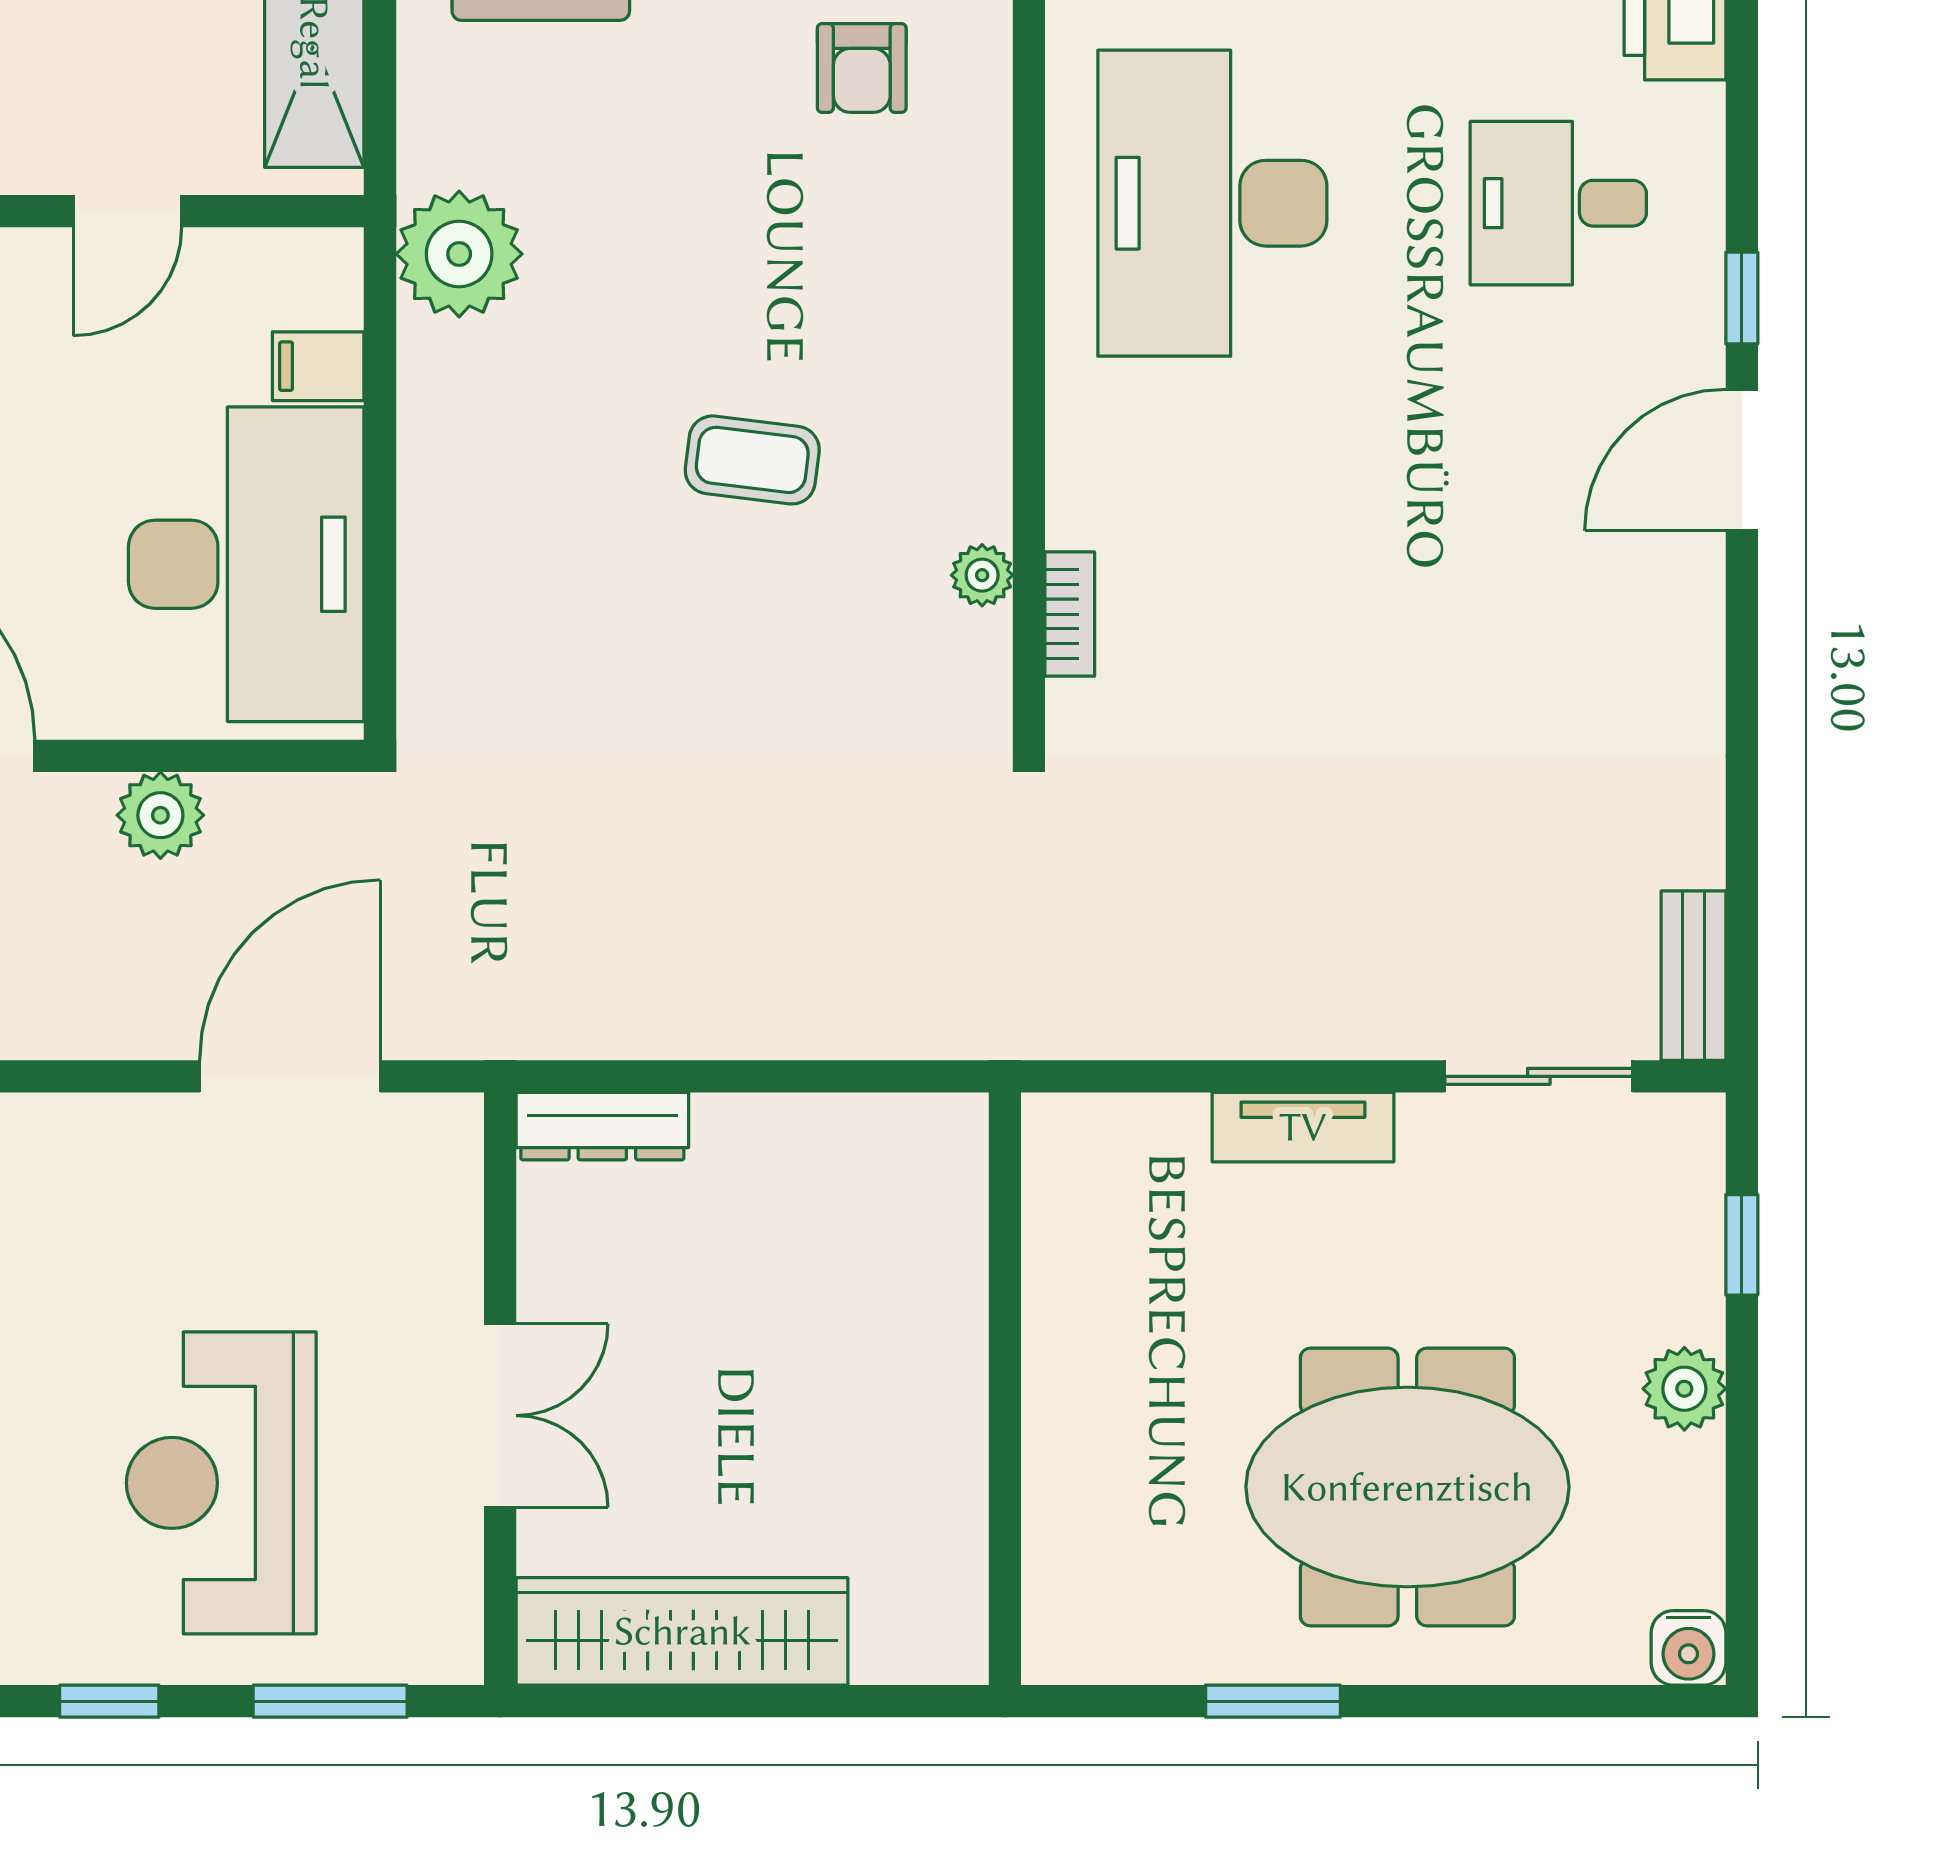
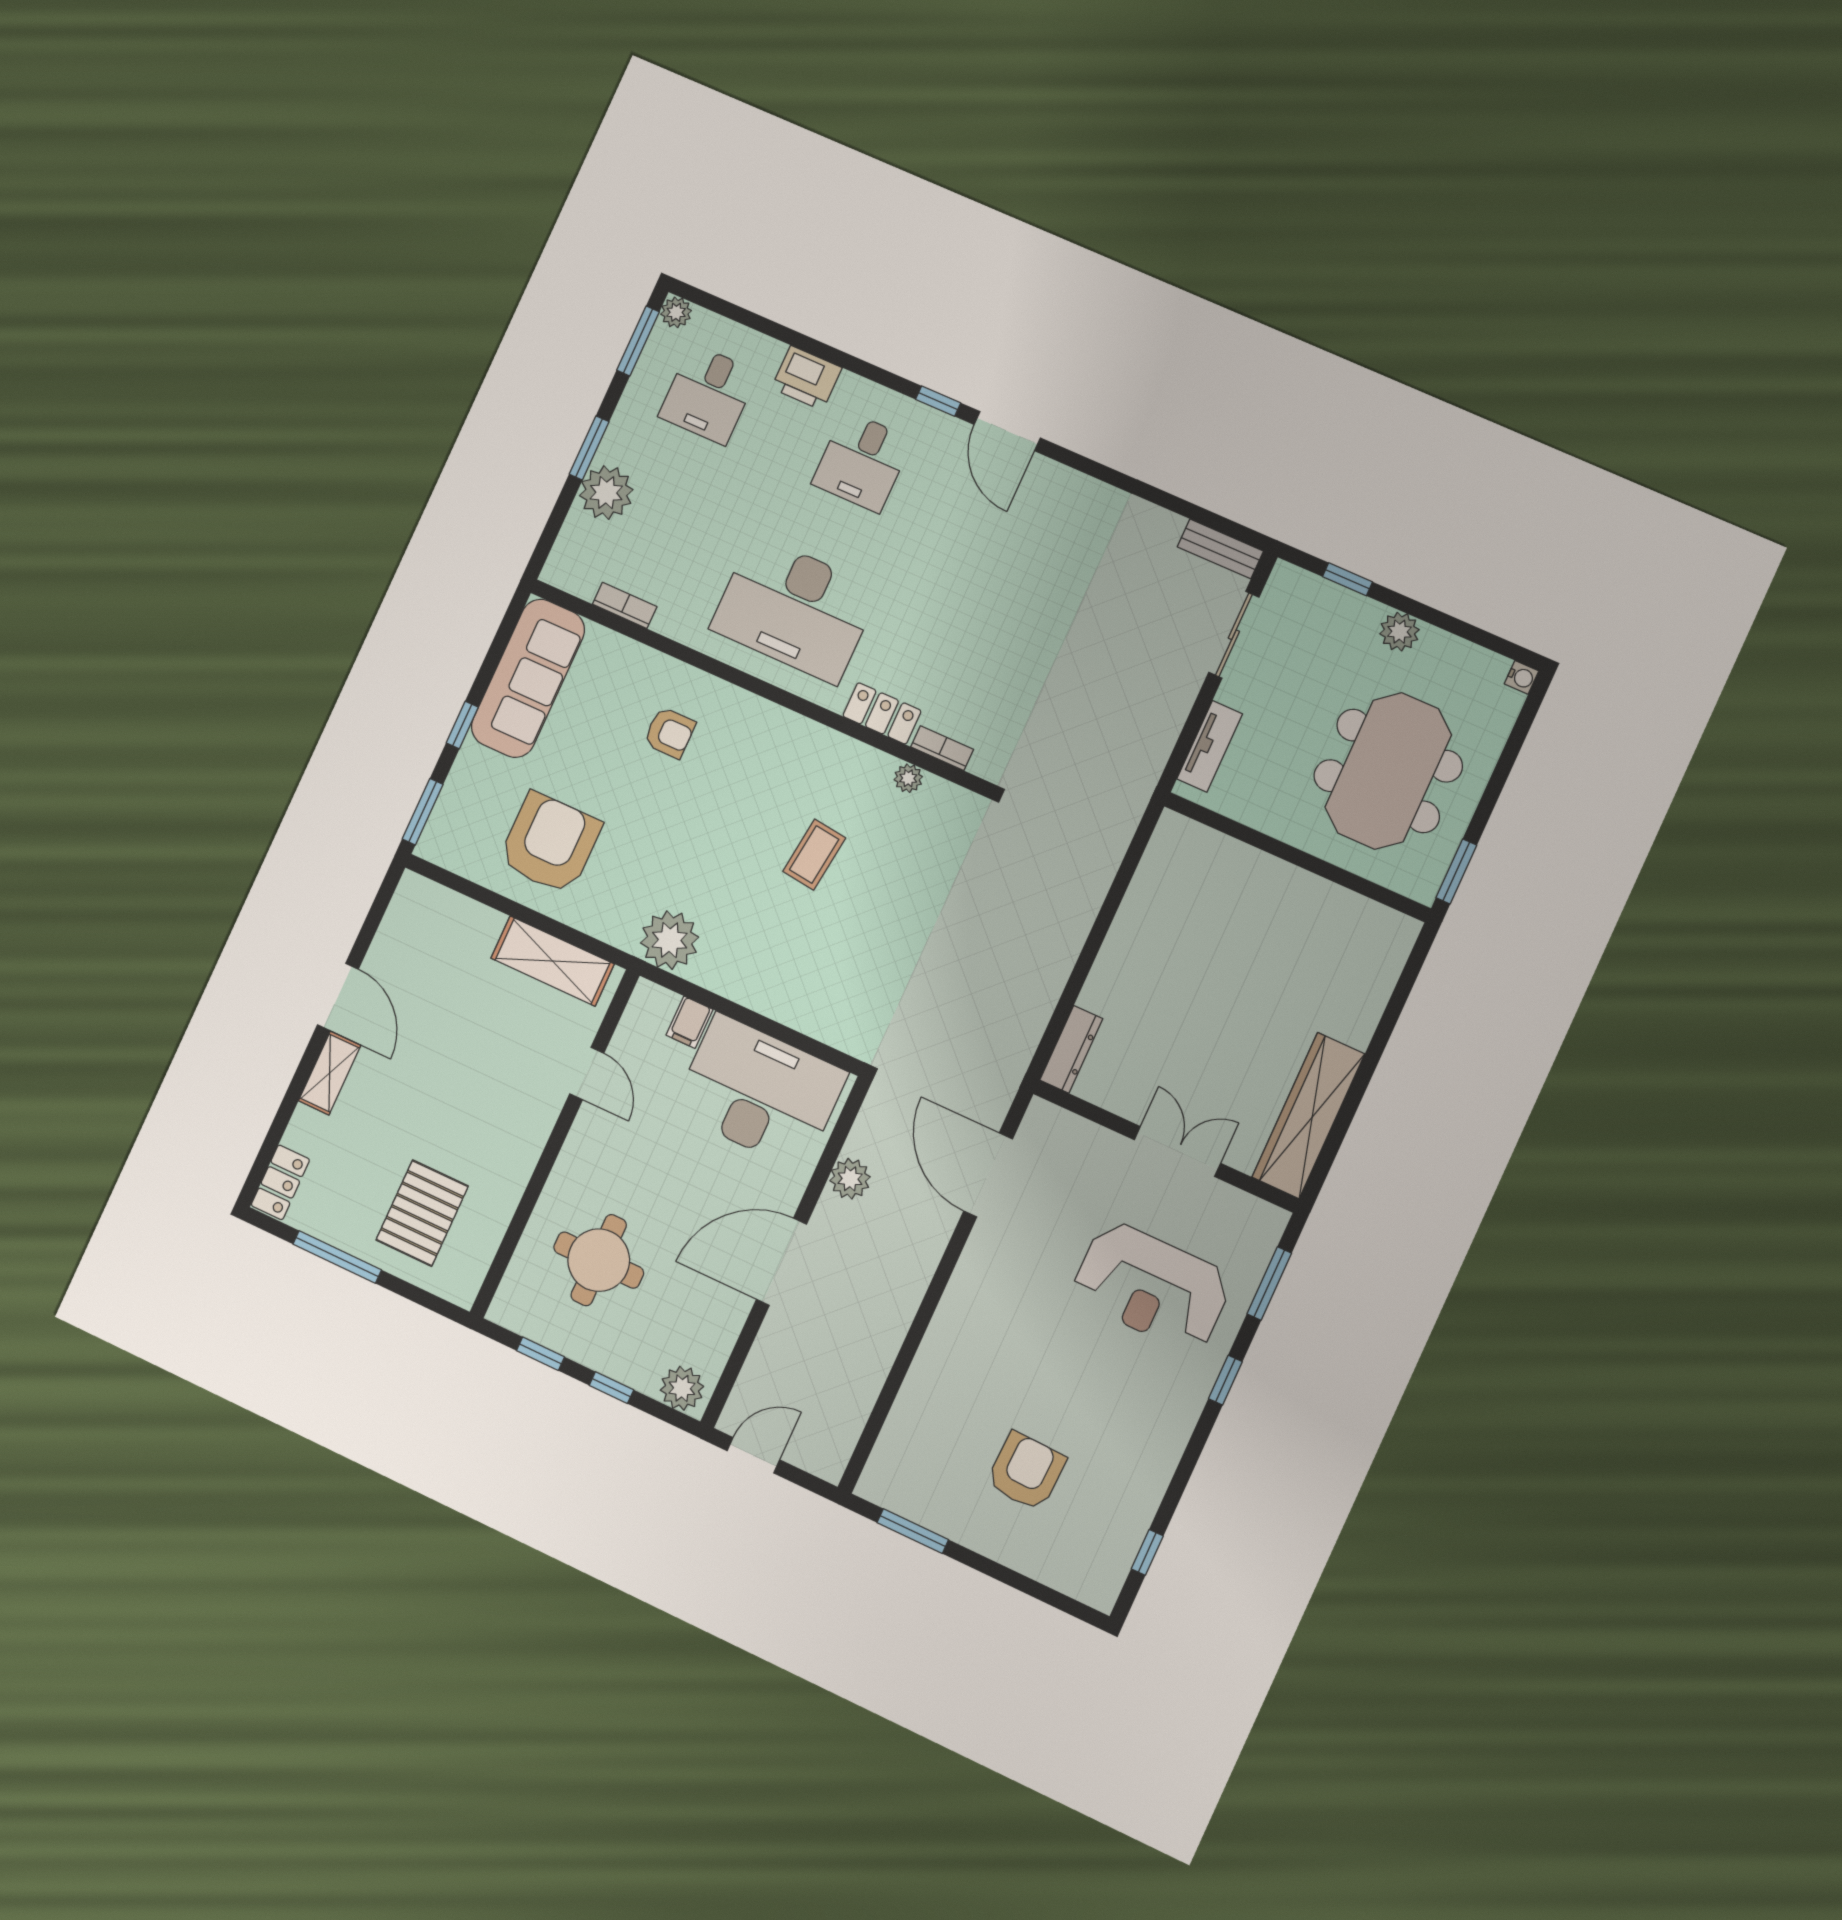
locker: (1085, 466) -> (882, 713), added
wall: (1005, 1389) -> (1297, 857), moved
water cooler: (1688, 1648) -> (1522, 677), width x0.72, depth x0.72

